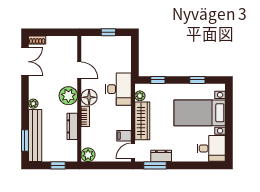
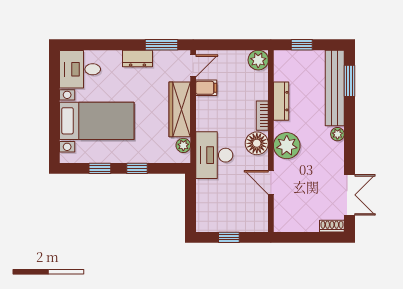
double door: (25, 62) -> (350, 195), swing flipped
window: (158, 80) -> (137, 168), moved
dresser: (161, 156) -> (137, 58), moved

